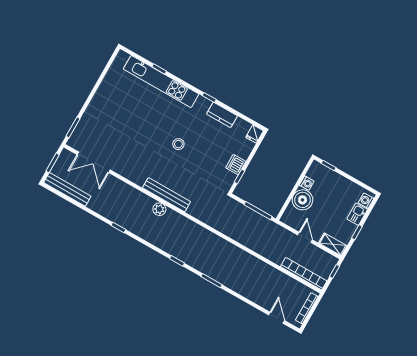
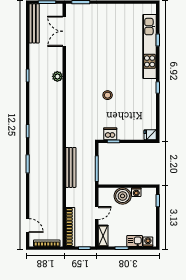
kitchen counter: (222, 115) -> (150, 104), removed
stool: (178, 144) -> (108, 95), moved
dishwasher: (236, 165) -> (110, 134), moved
bench: (167, 195) -> (71, 167), moved
plant: (159, 209) -> (57, 76), moved
door: (277, 318) -> (28, 225), hinge flipped

